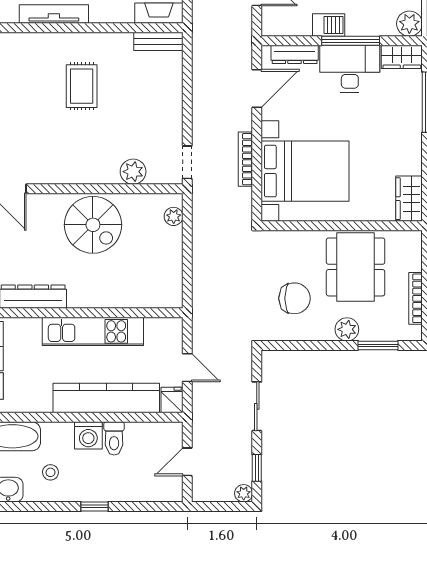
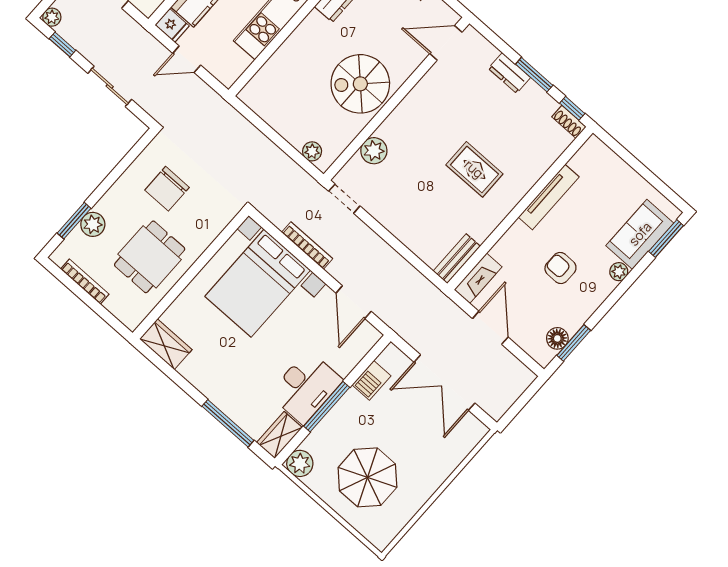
barbecue: (329, 25) -> (371, 380), moved
dresser: (295, 54) -> (354, 354), removed
dining table: (356, 267) -> (150, 257), width x0.73
plant: (347, 329) -> (93, 224), moved

